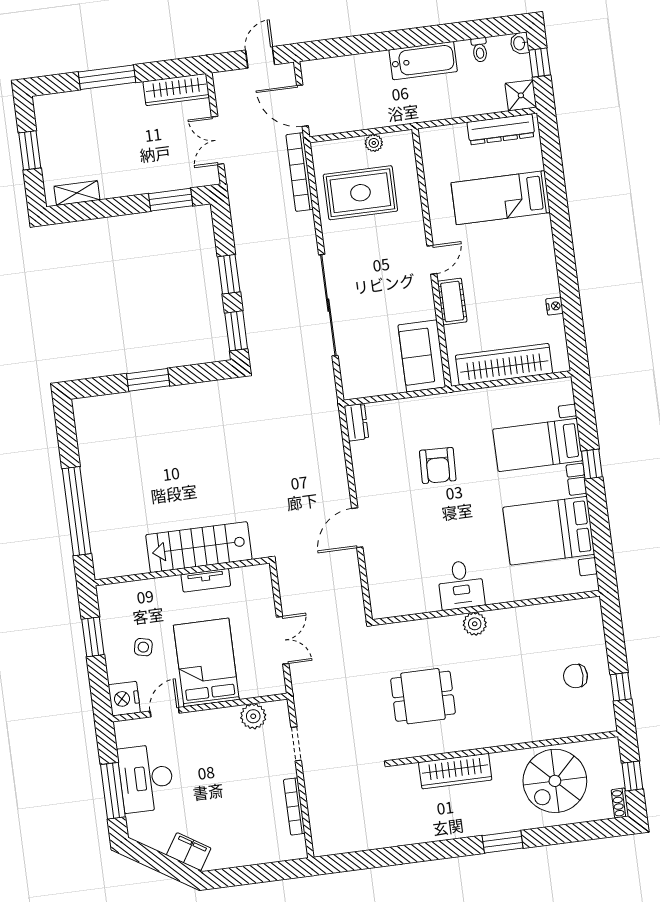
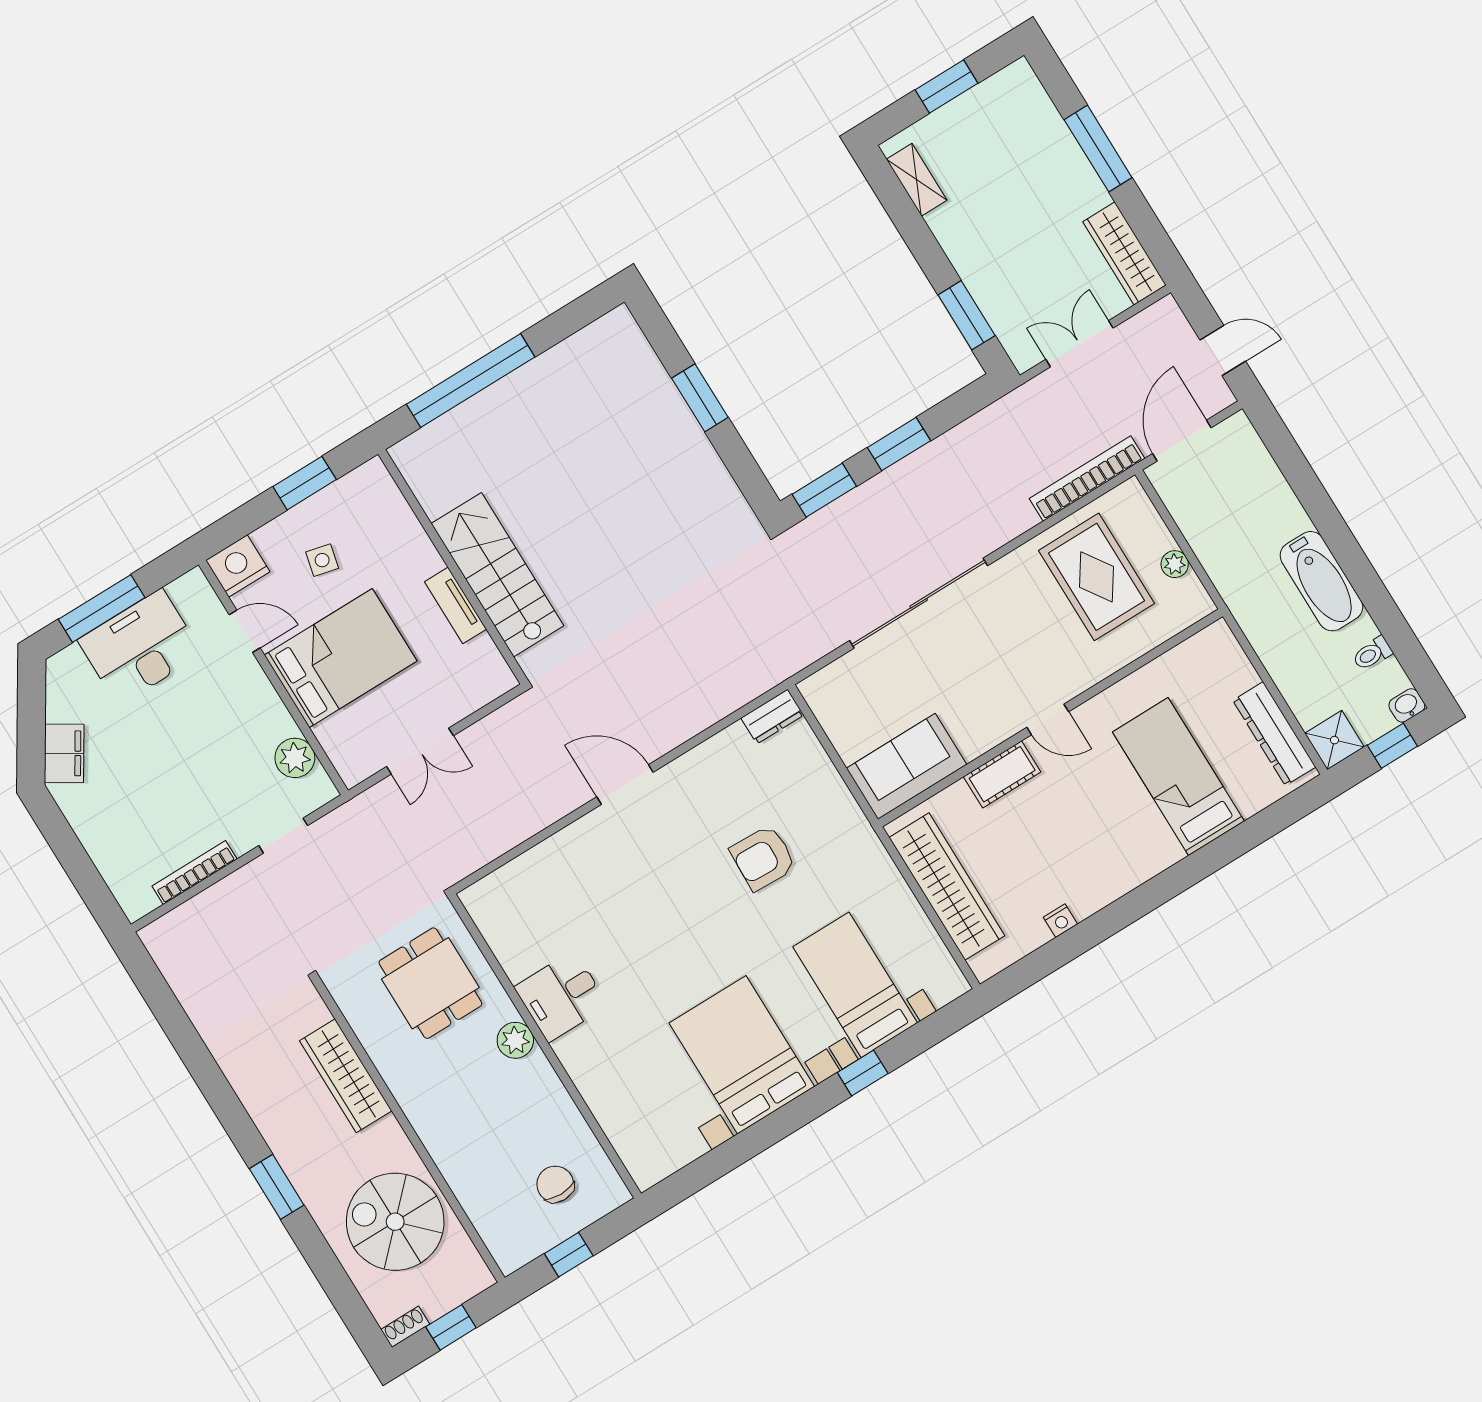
desk: (461, 585) -> (561, 996), moved
wall: (486, 608) -> (545, 1046), moved
plant: (475, 624) -> (515, 1040), moved

